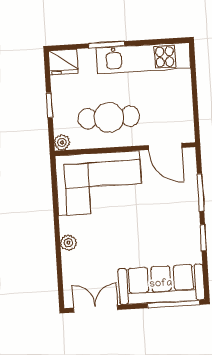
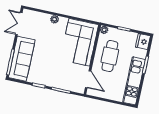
door: (165, 146) -> (88, 79), swing flipped
double door: (96, 309) -> (19, 24), swing flipped

